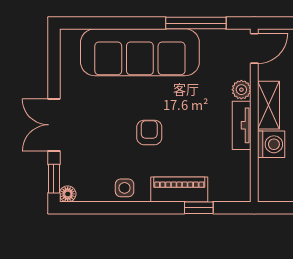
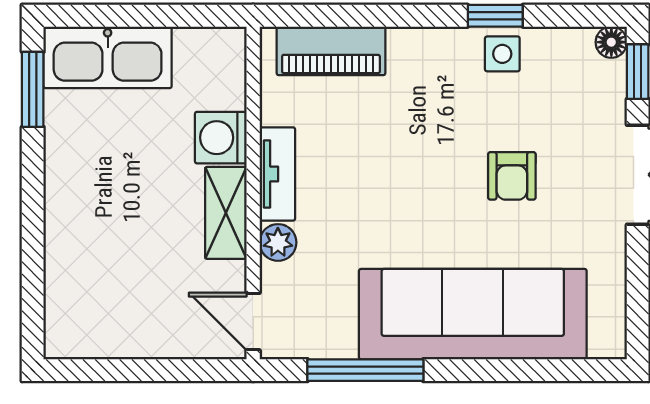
door: (254, 48) -> (253, 322), hinge flipped
armchair: (149, 132) -> (512, 176), moved
piano: (179, 189) -> (331, 51), moved
window: (199, 208) -> (495, 16), moved

